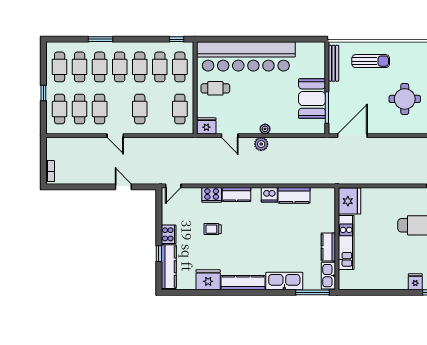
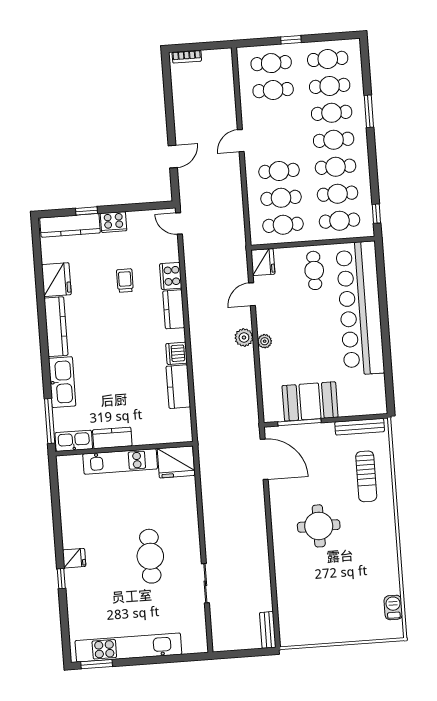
cafe table: (100, 109) -> (281, 198), moved

